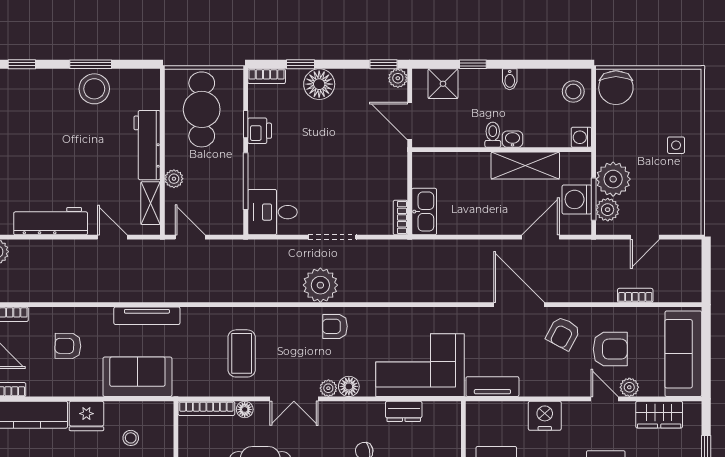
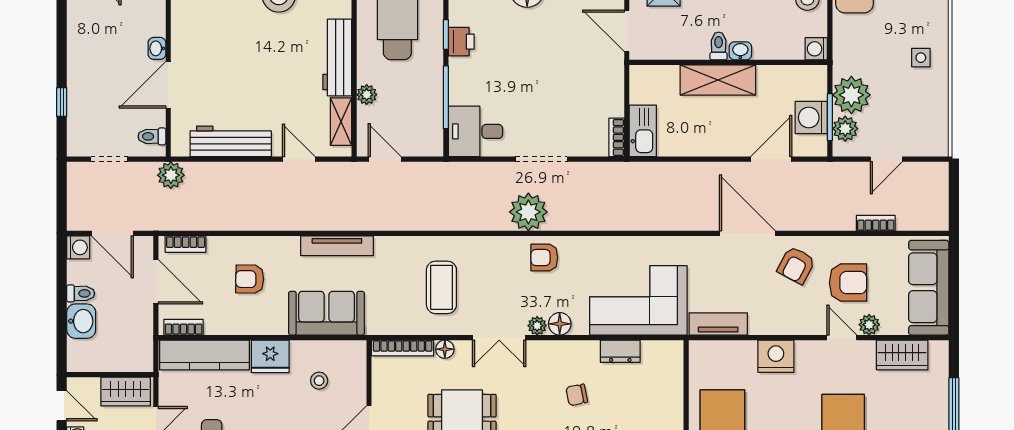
shelving: (525, 166) -> (718, 80), moved

